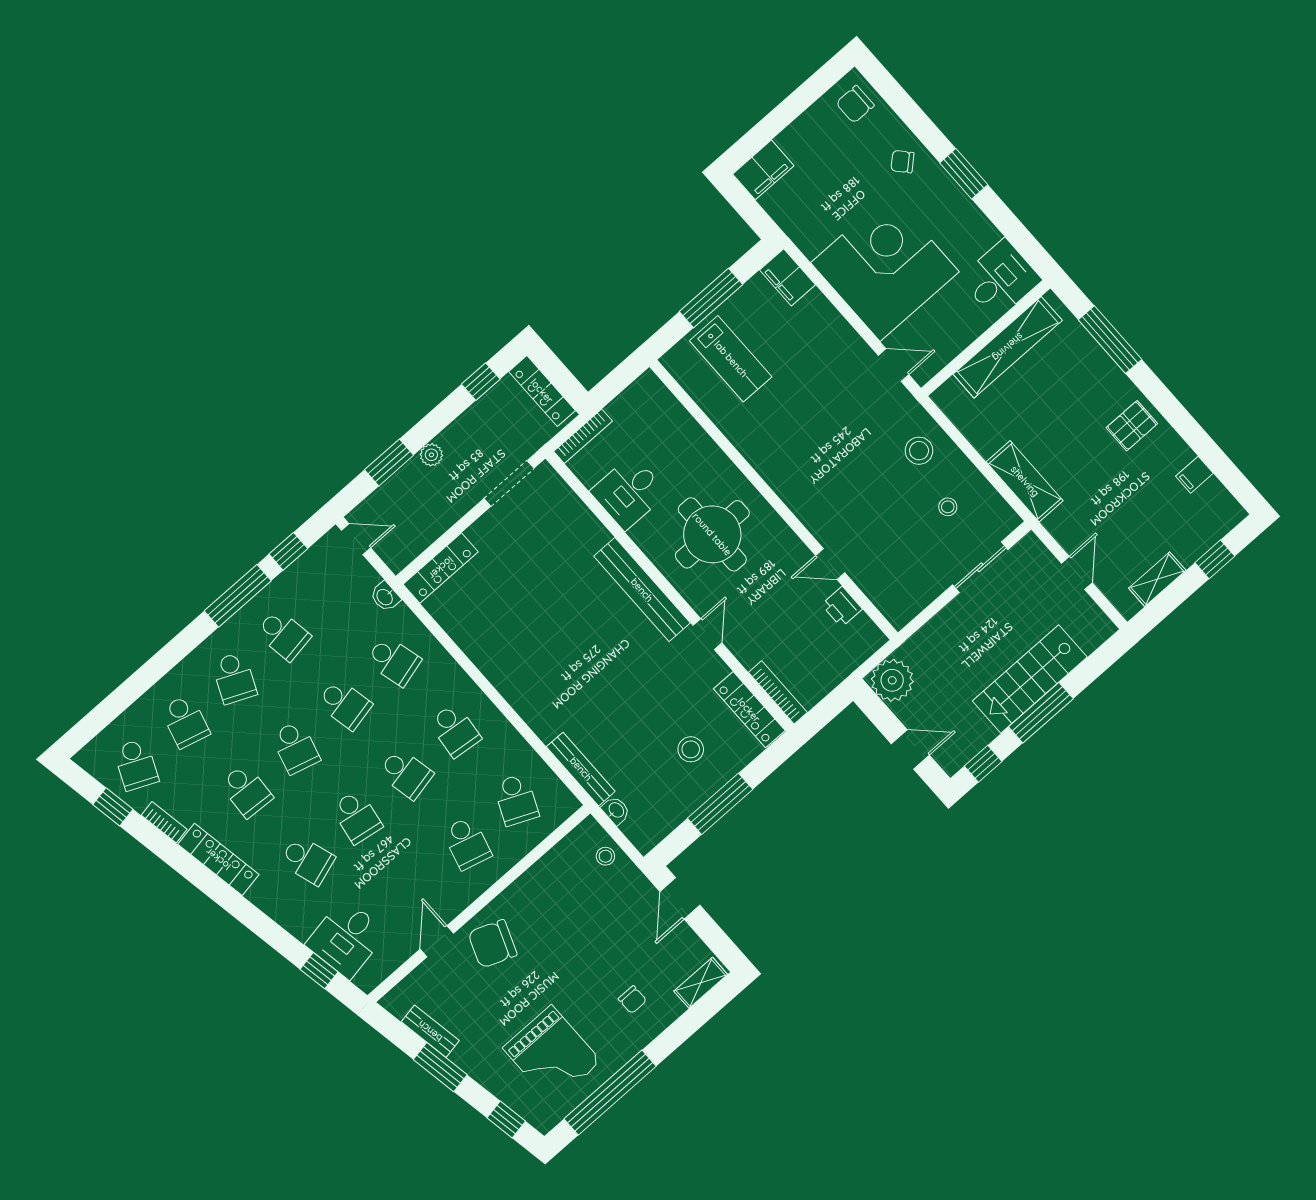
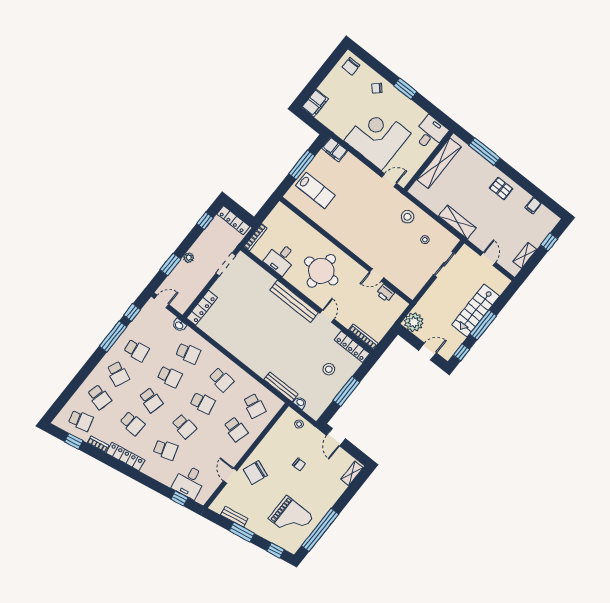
pallet: (1132, 426) -> (501, 188), turned 90
school desk: (136, 765) -> (81, 420), turned -39
chair: (632, 1000) -> (299, 464), moved

